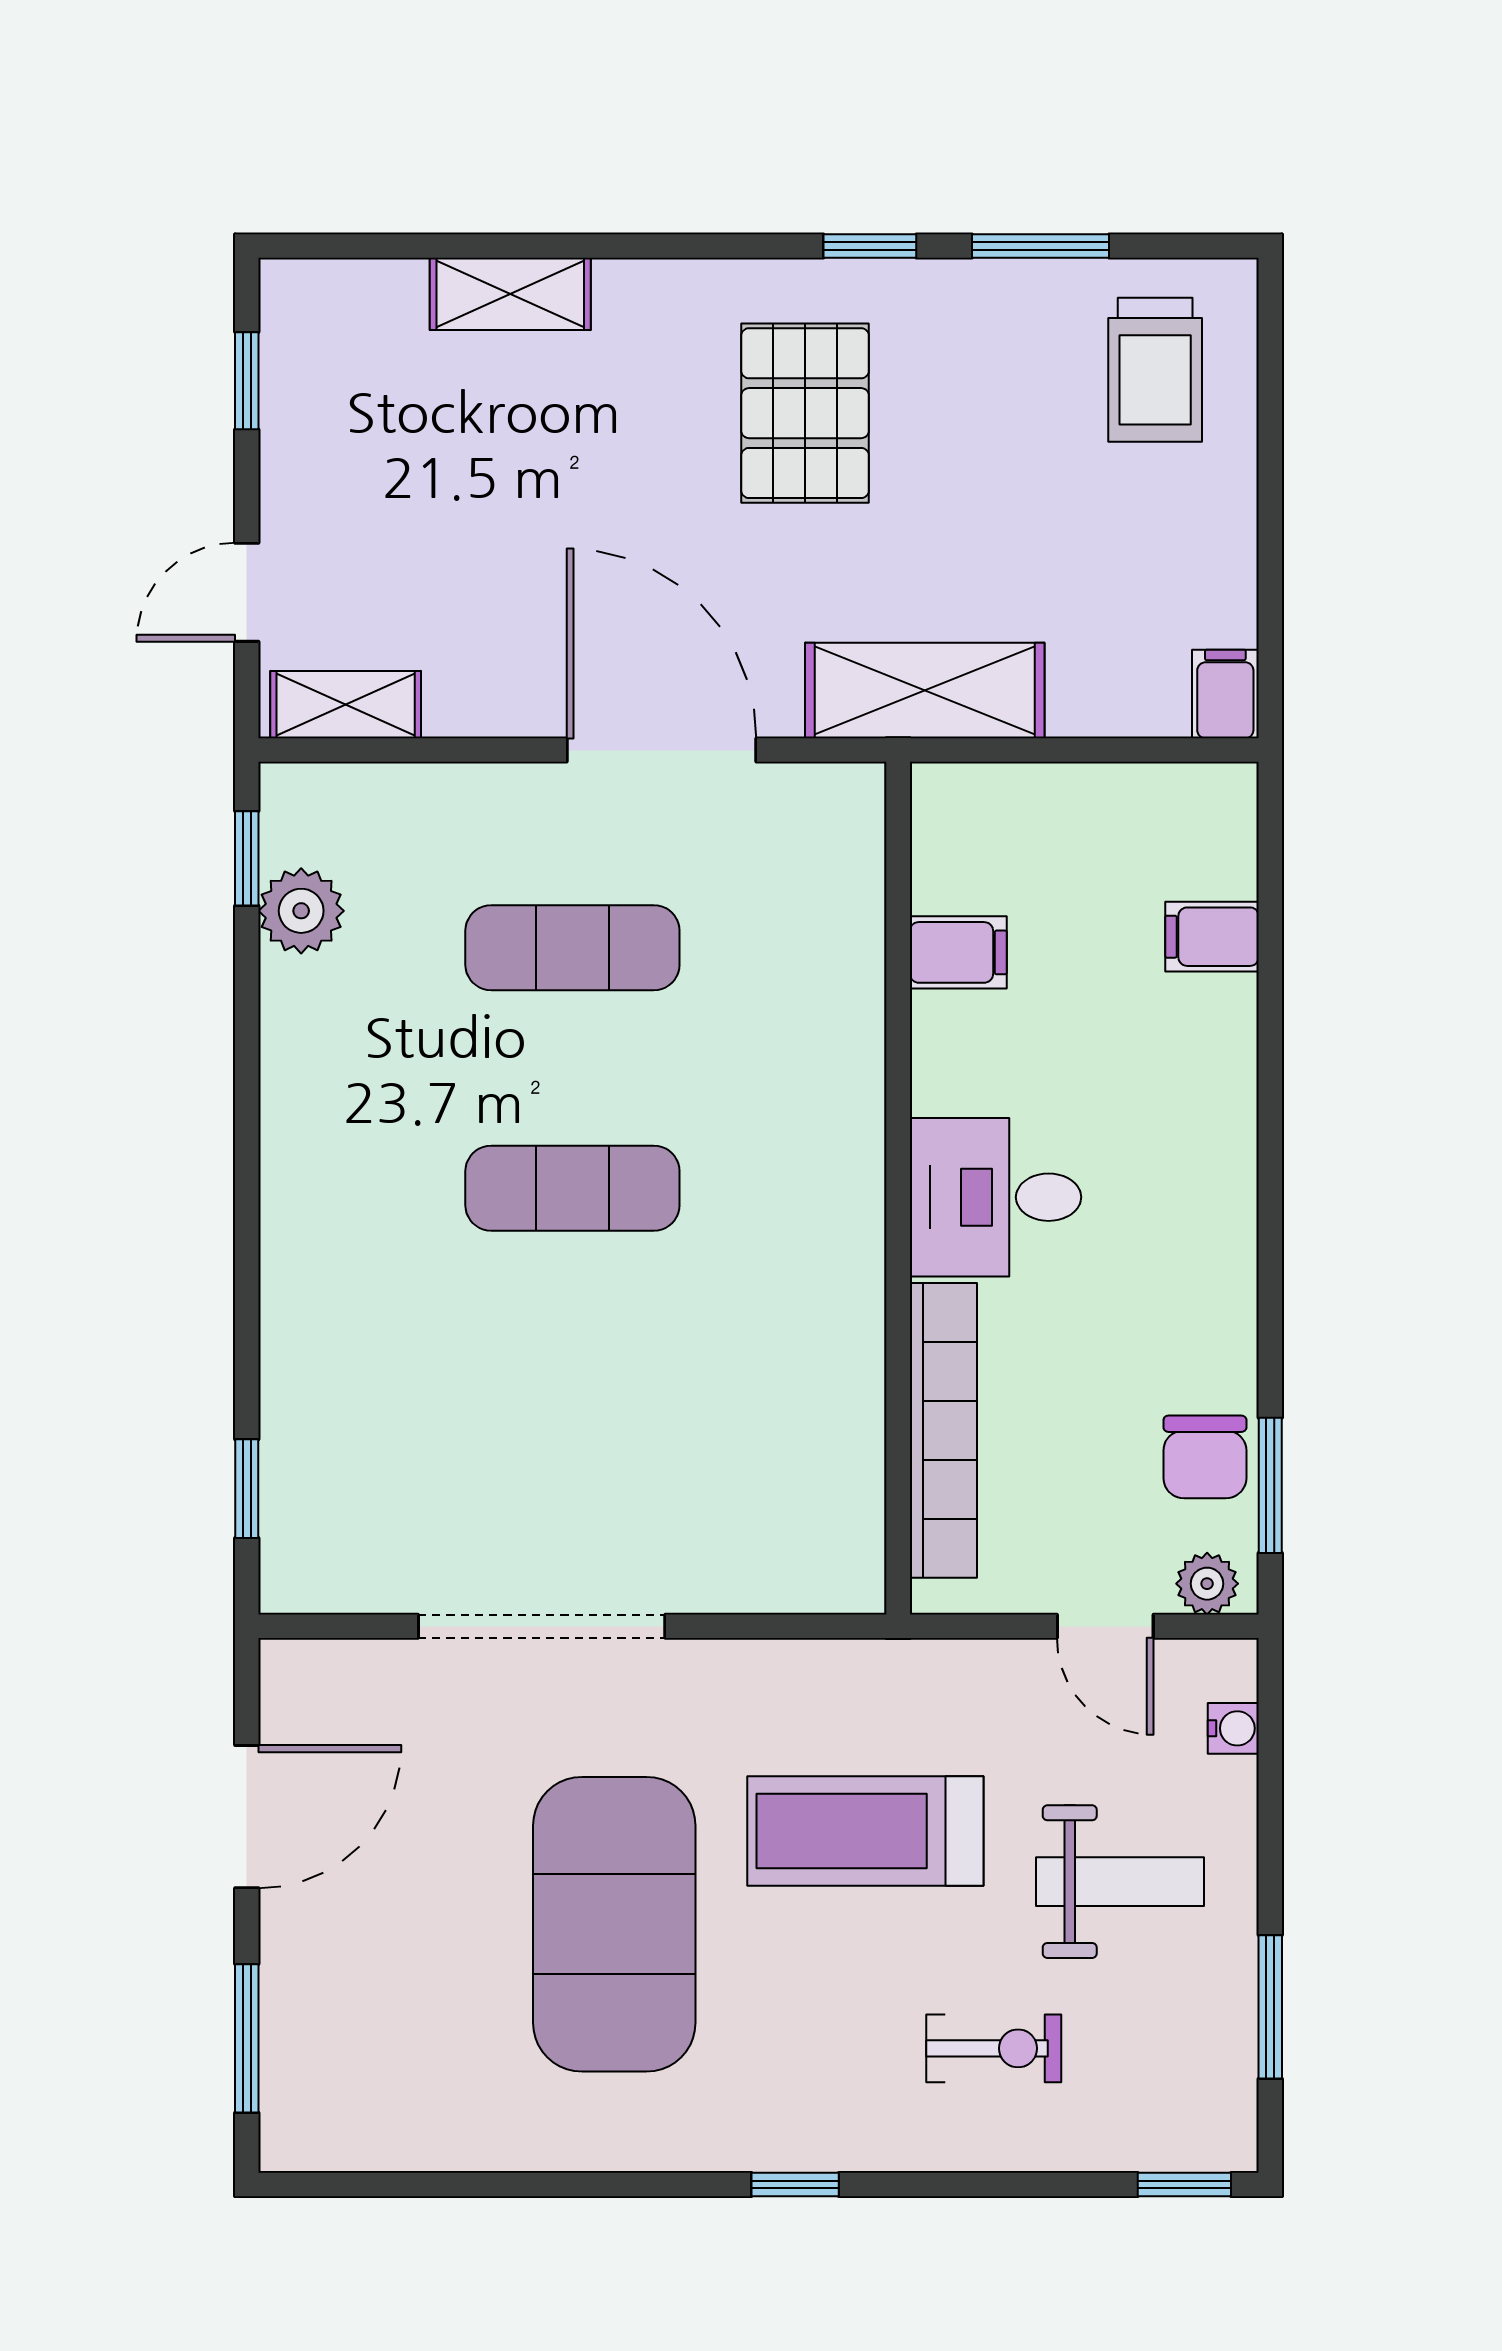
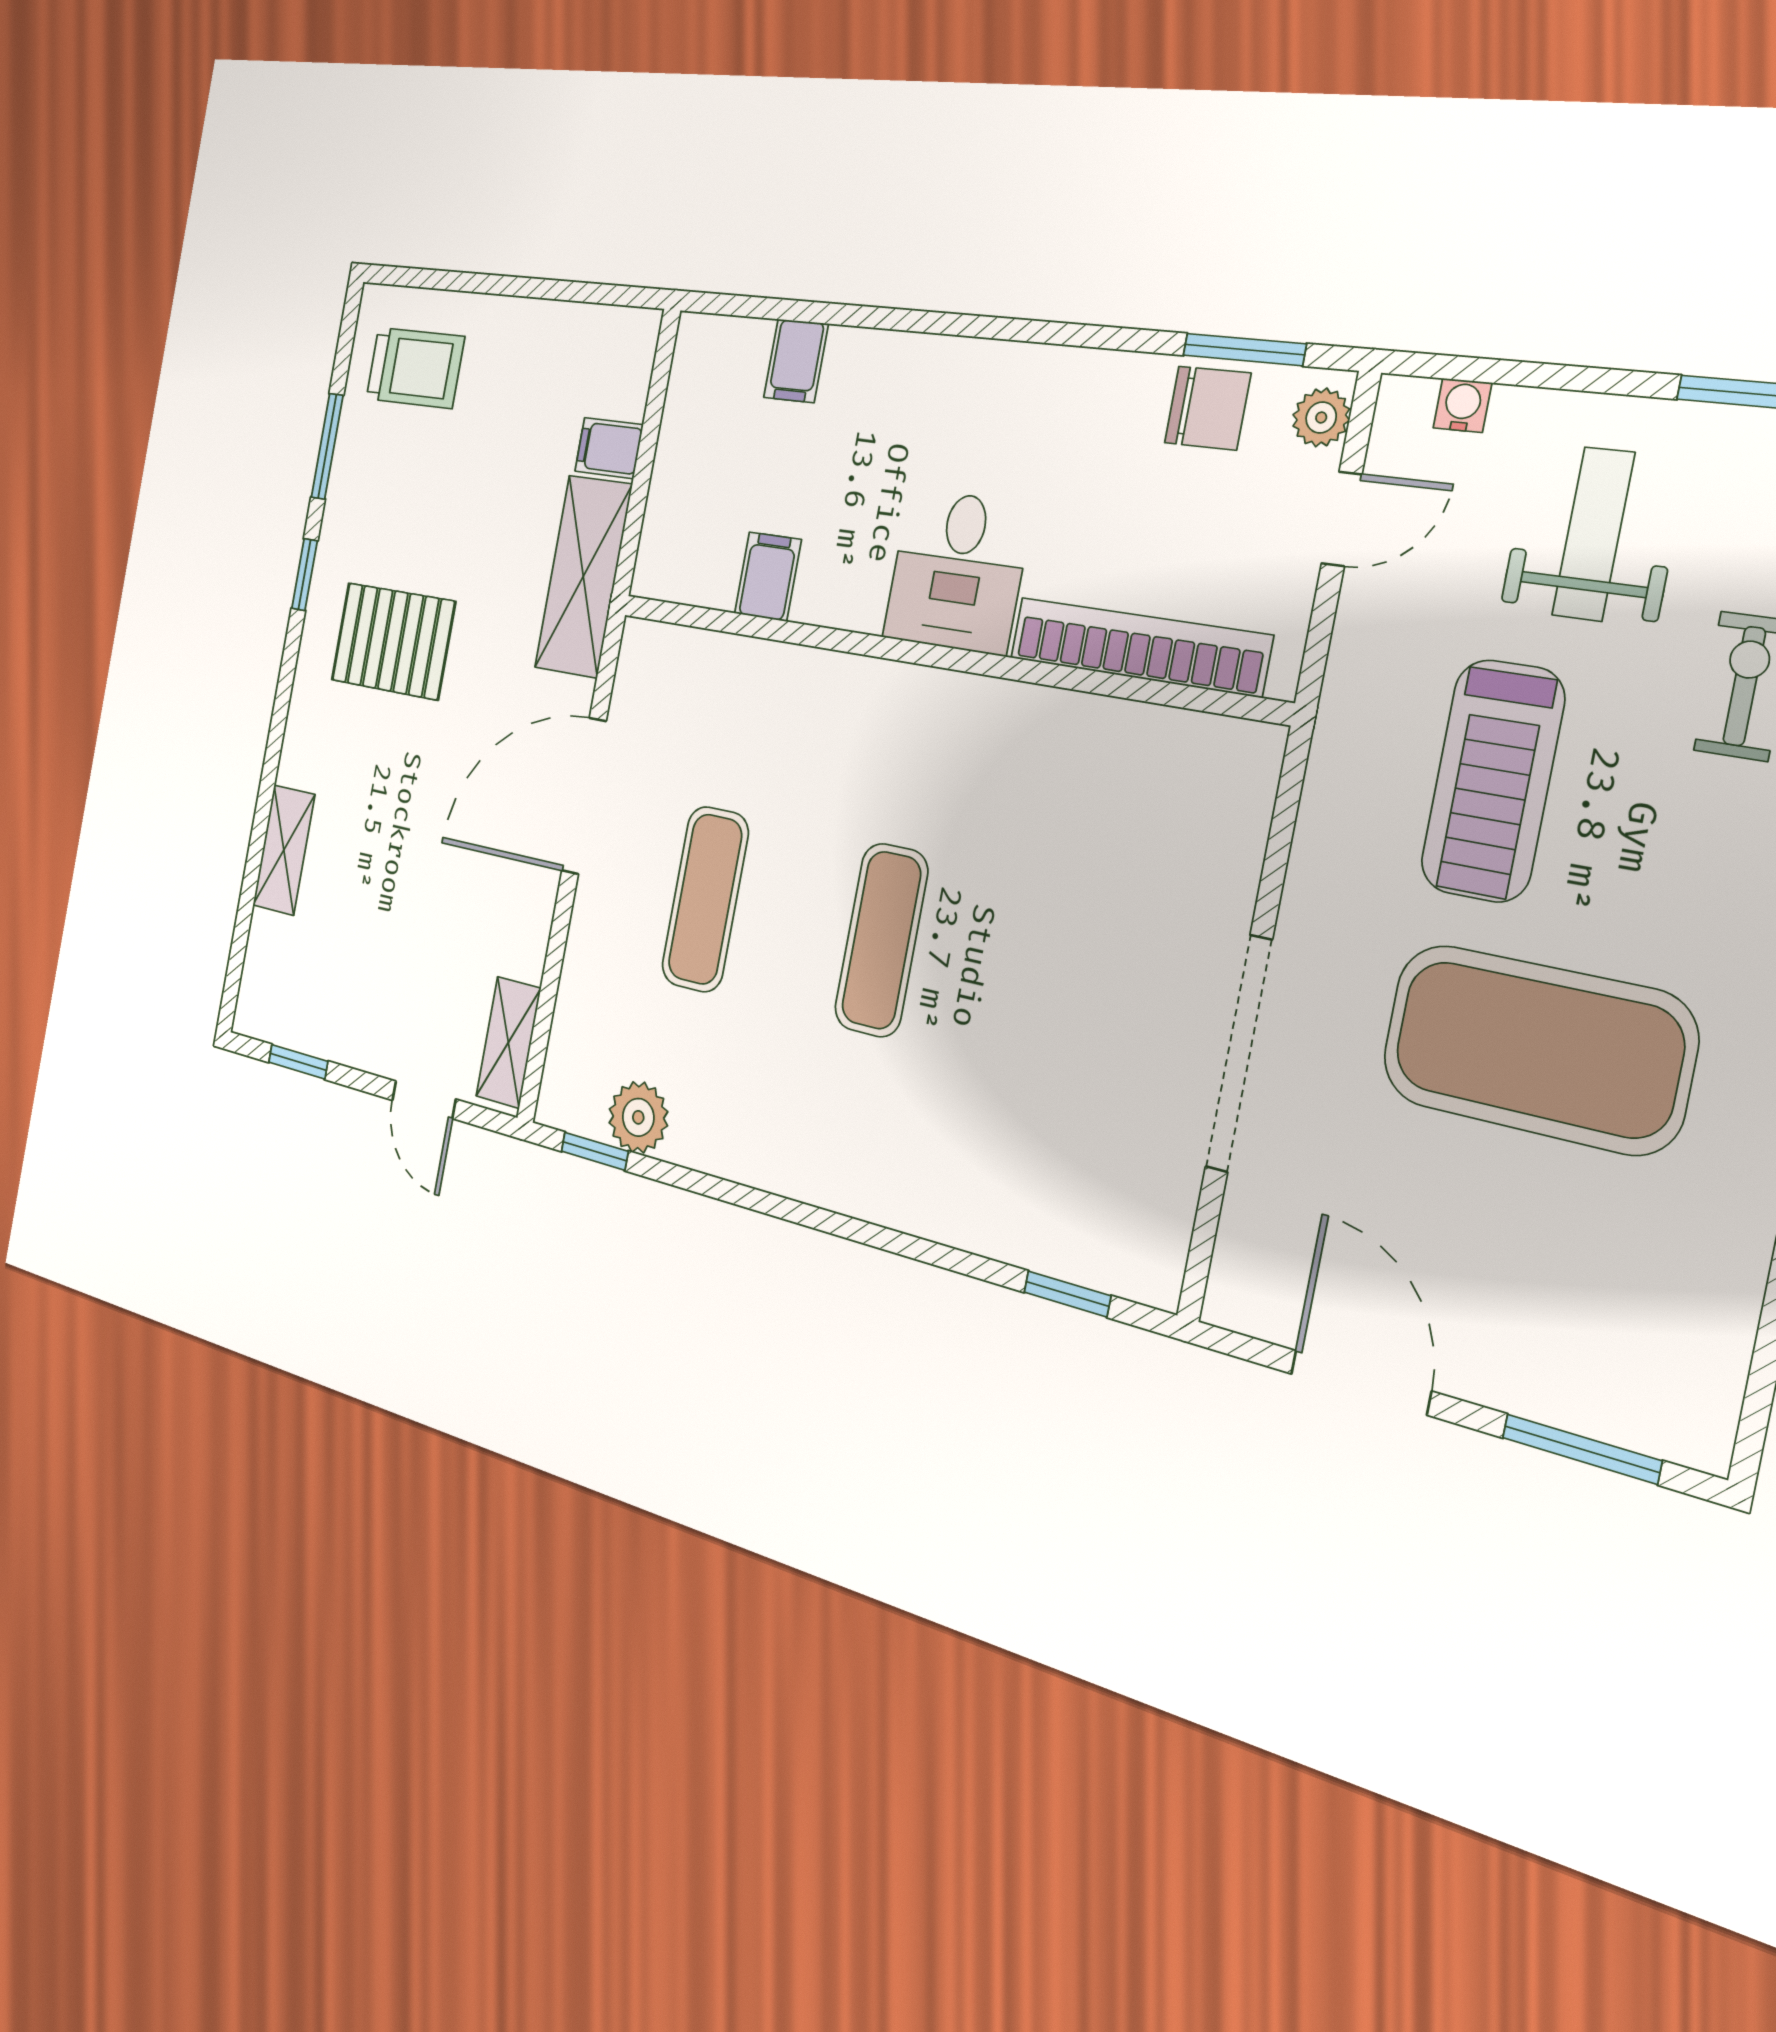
filing cabinet: (1225, 694) -> (609, 448), moved

